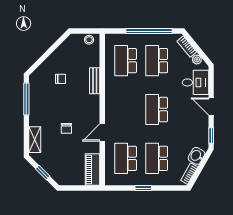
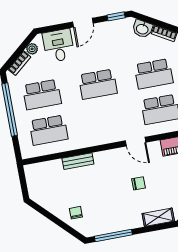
stool: (89, 40) -> (32, 176), removed
chair: (61, 79) -> (76, 213), moved

